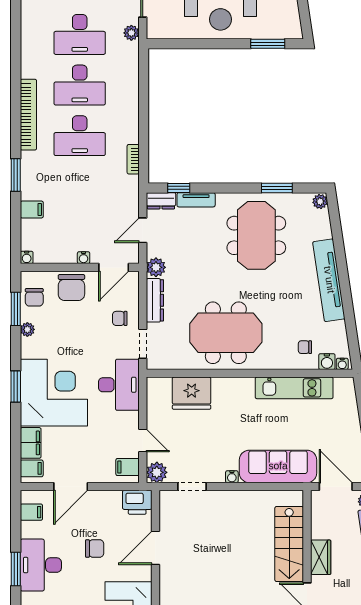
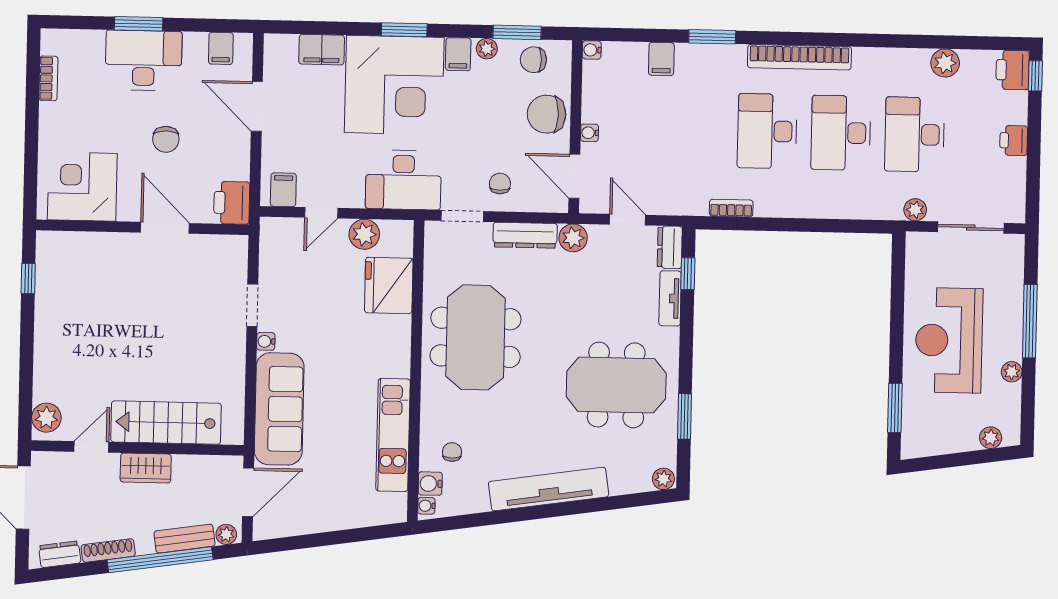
plant: (30, 15) -> (945, 63), added
filing cabinet: (32, 468) -> (458, 54), moved
plant: (157, 472) -> (364, 234), moved
doorway: (192, 487) -> (252, 305), moved

